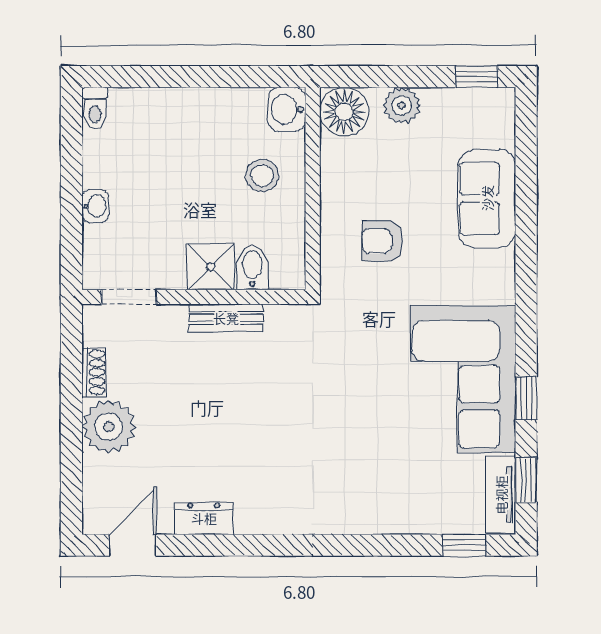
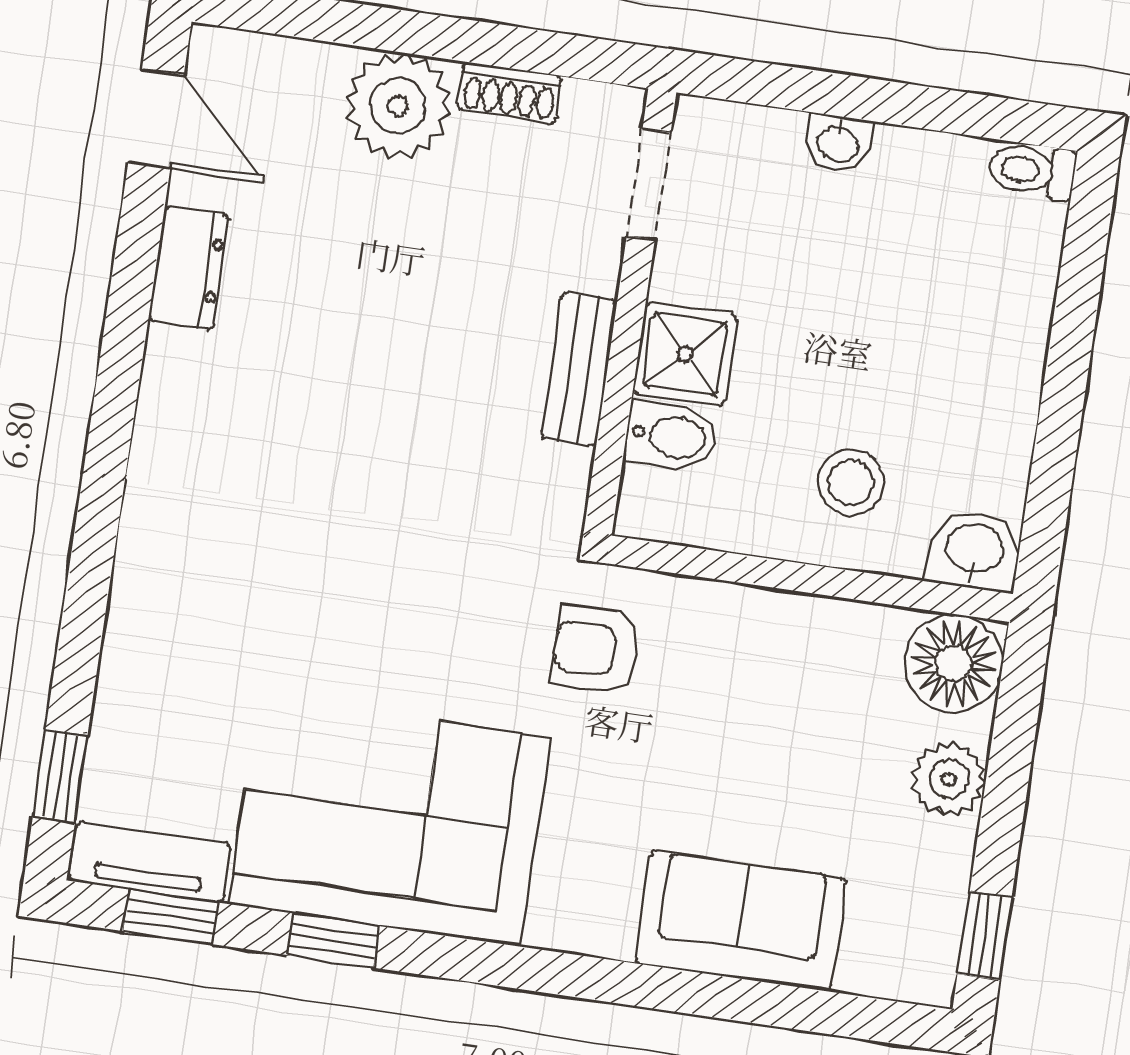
armchair: (382, 241) -> (596, 649), moved, turned -91

